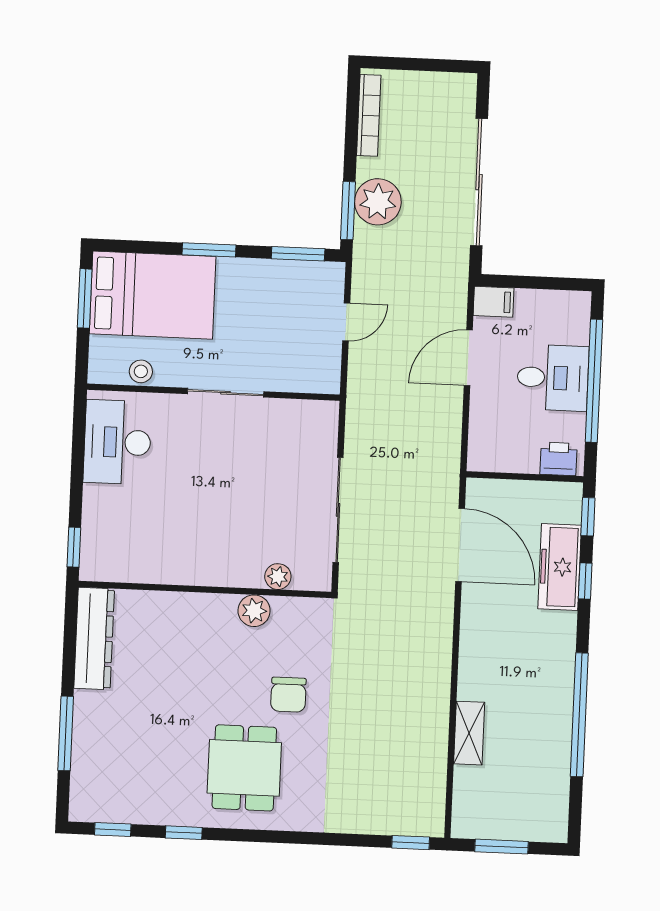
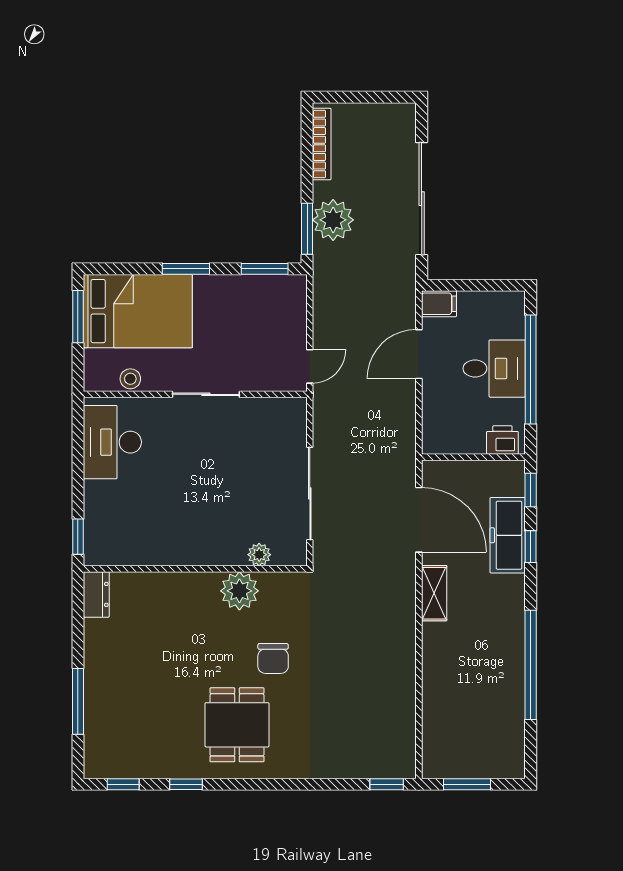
door: (346, 322) -> (310, 366), moved
plant: (254, 611) -> (239, 591), width x1.36, depth x1.36
dresser: (94, 639) -> (96, 594), width x0.51, depth x0.80
shelving: (469, 733) -> (434, 593), moved

